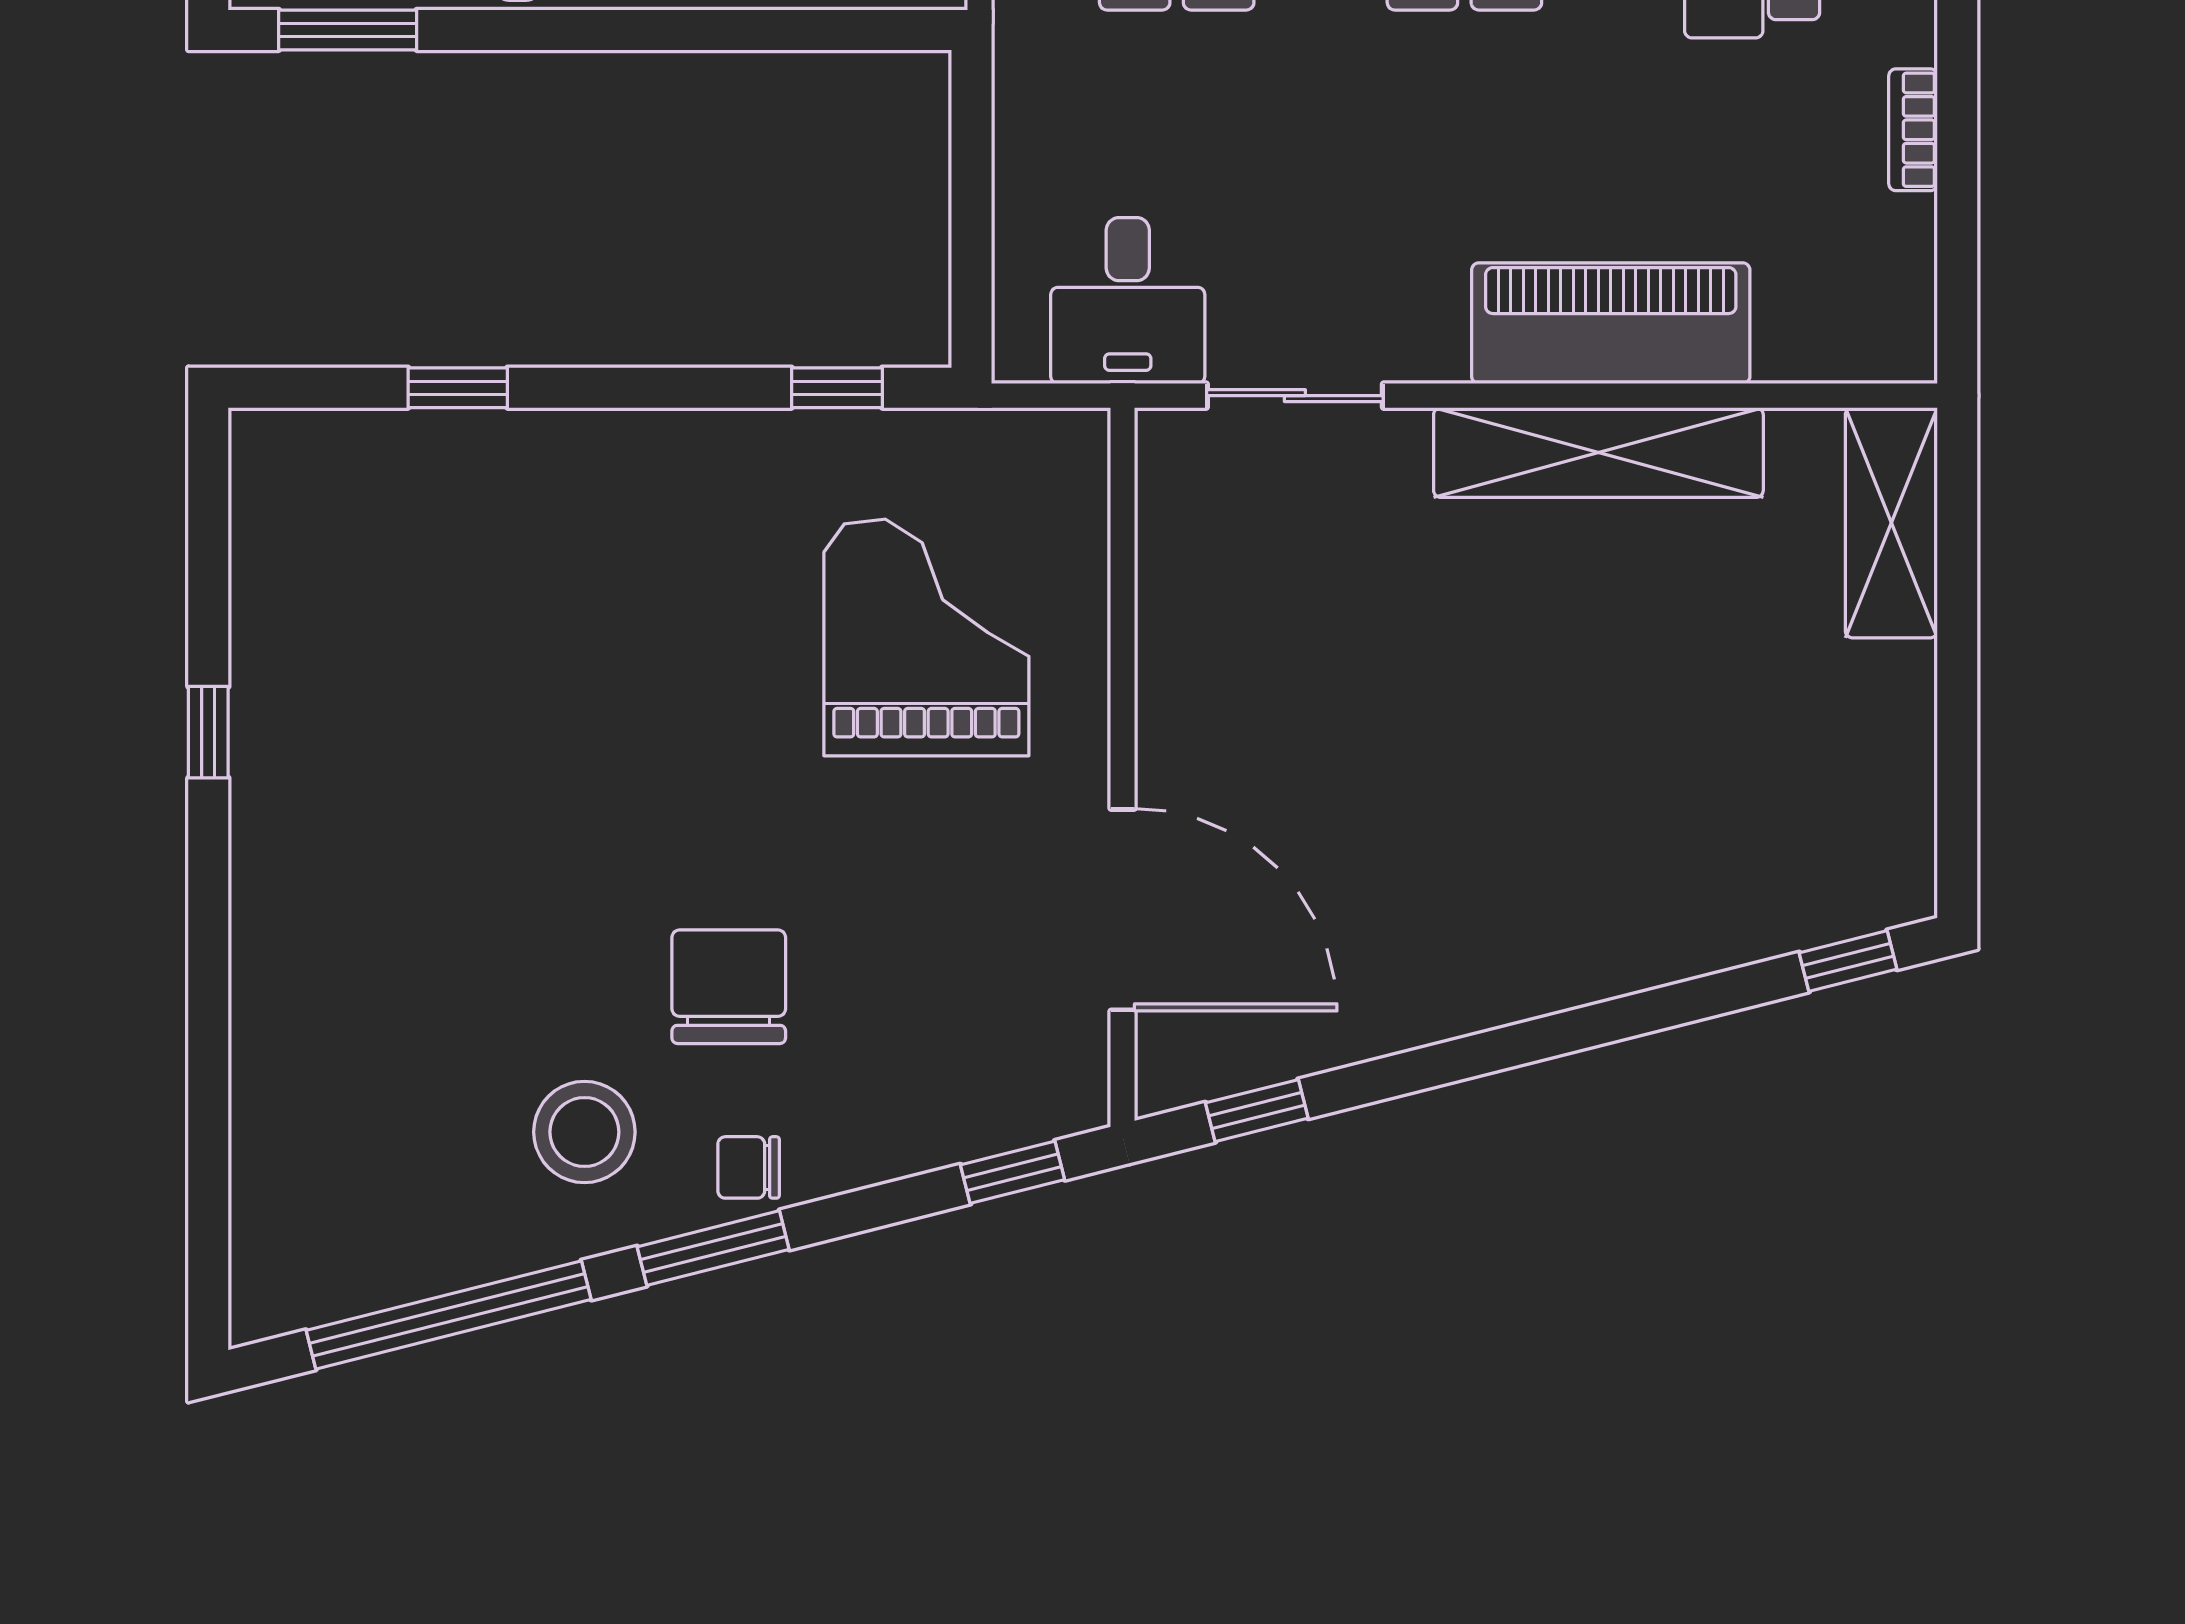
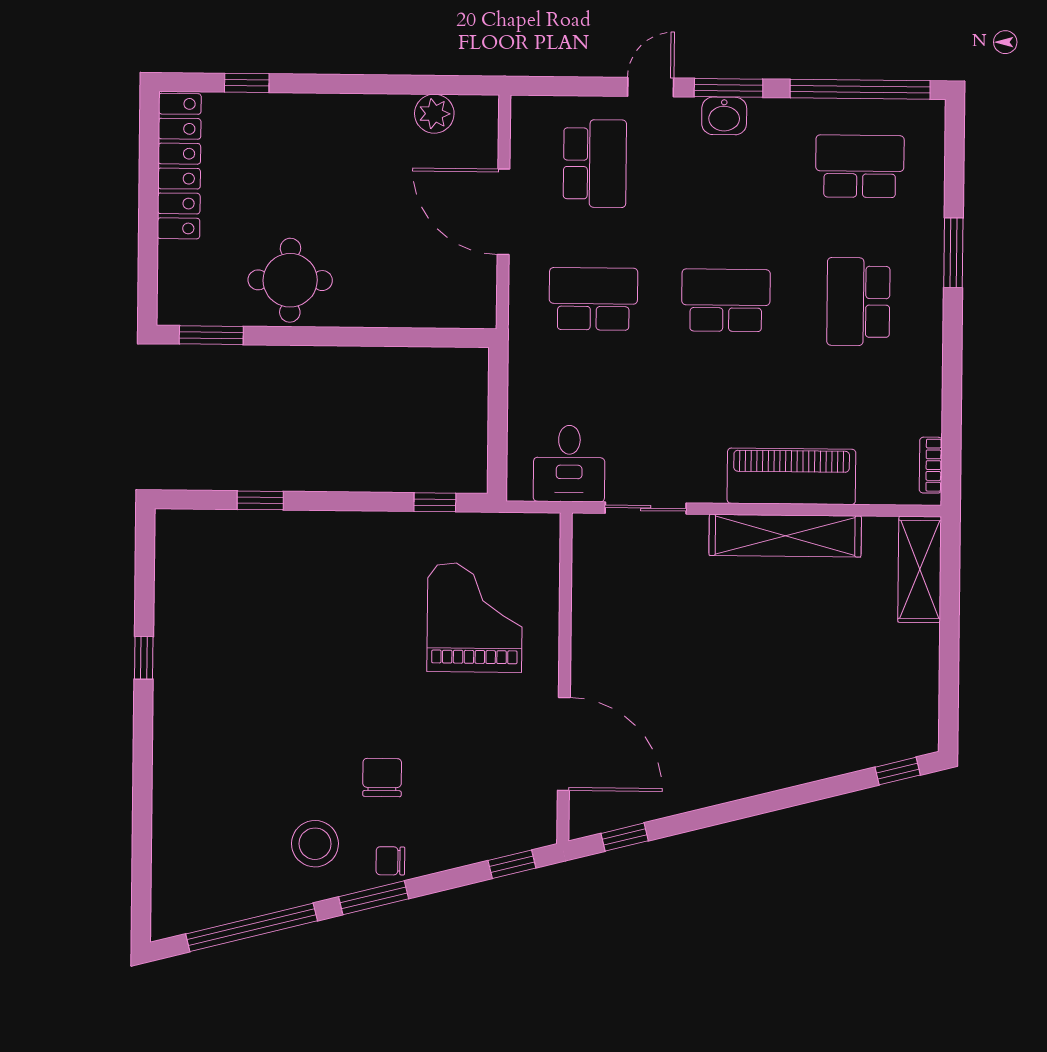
bookcase: (1913, 130) -> (931, 465), moved
chair: (729, 987) -> (382, 778), width x0.73, depth x0.73

